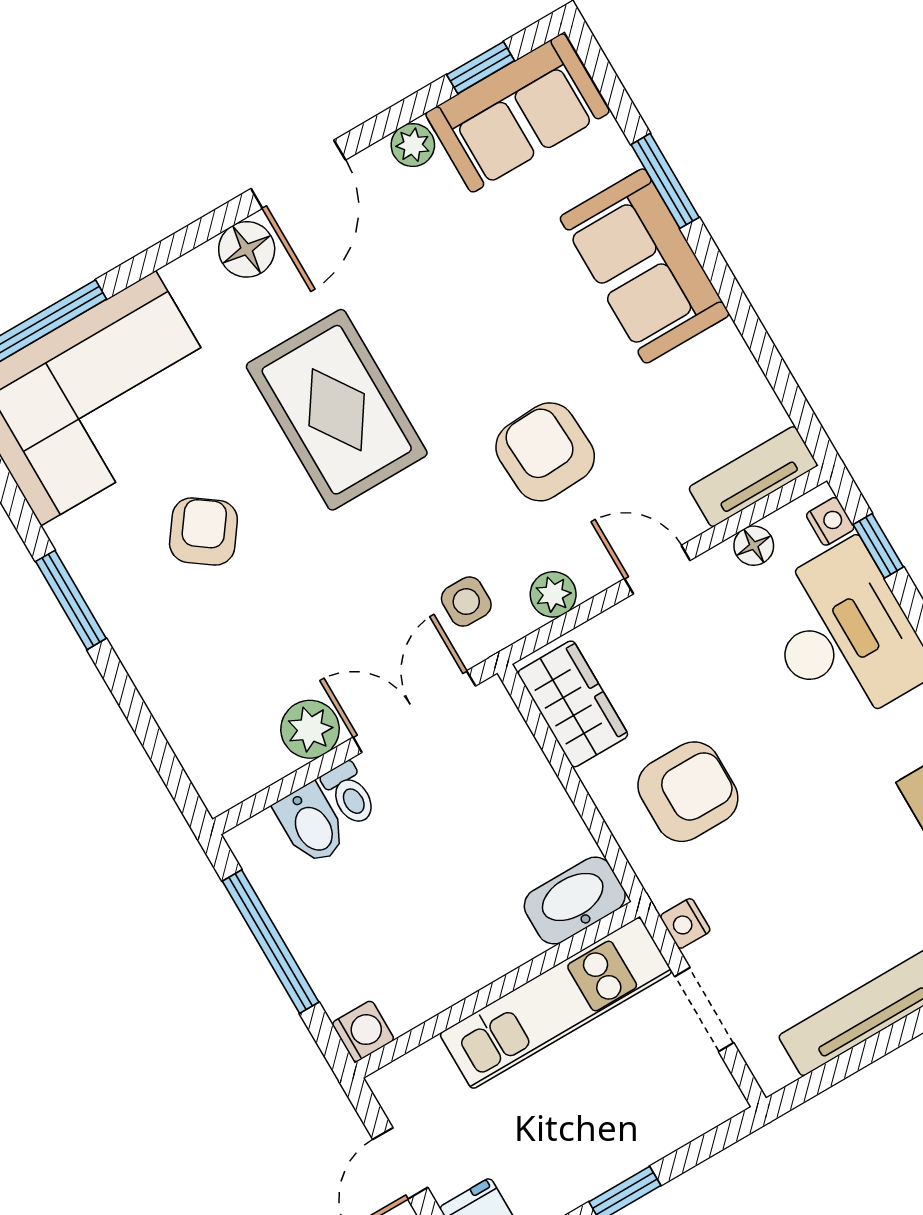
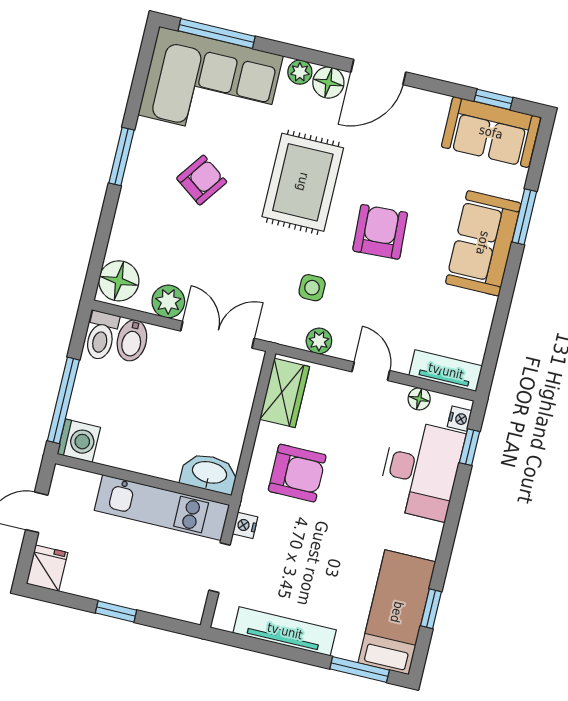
plant: (413, 145) -> (300, 72), moved
armchair: (545, 452) -> (380, 232), moved
side table: (466, 602) -> (312, 288), moved
floor lamp: (221, 764) -> (119, 281), added
toilet: (349, 794) -> (101, 336), moved, width x1.37, depth x1.39
window: (271, 942) -> (63, 400), moved
washing machine: (363, 1031) -> (79, 441), width x1.38, depth x1.38

